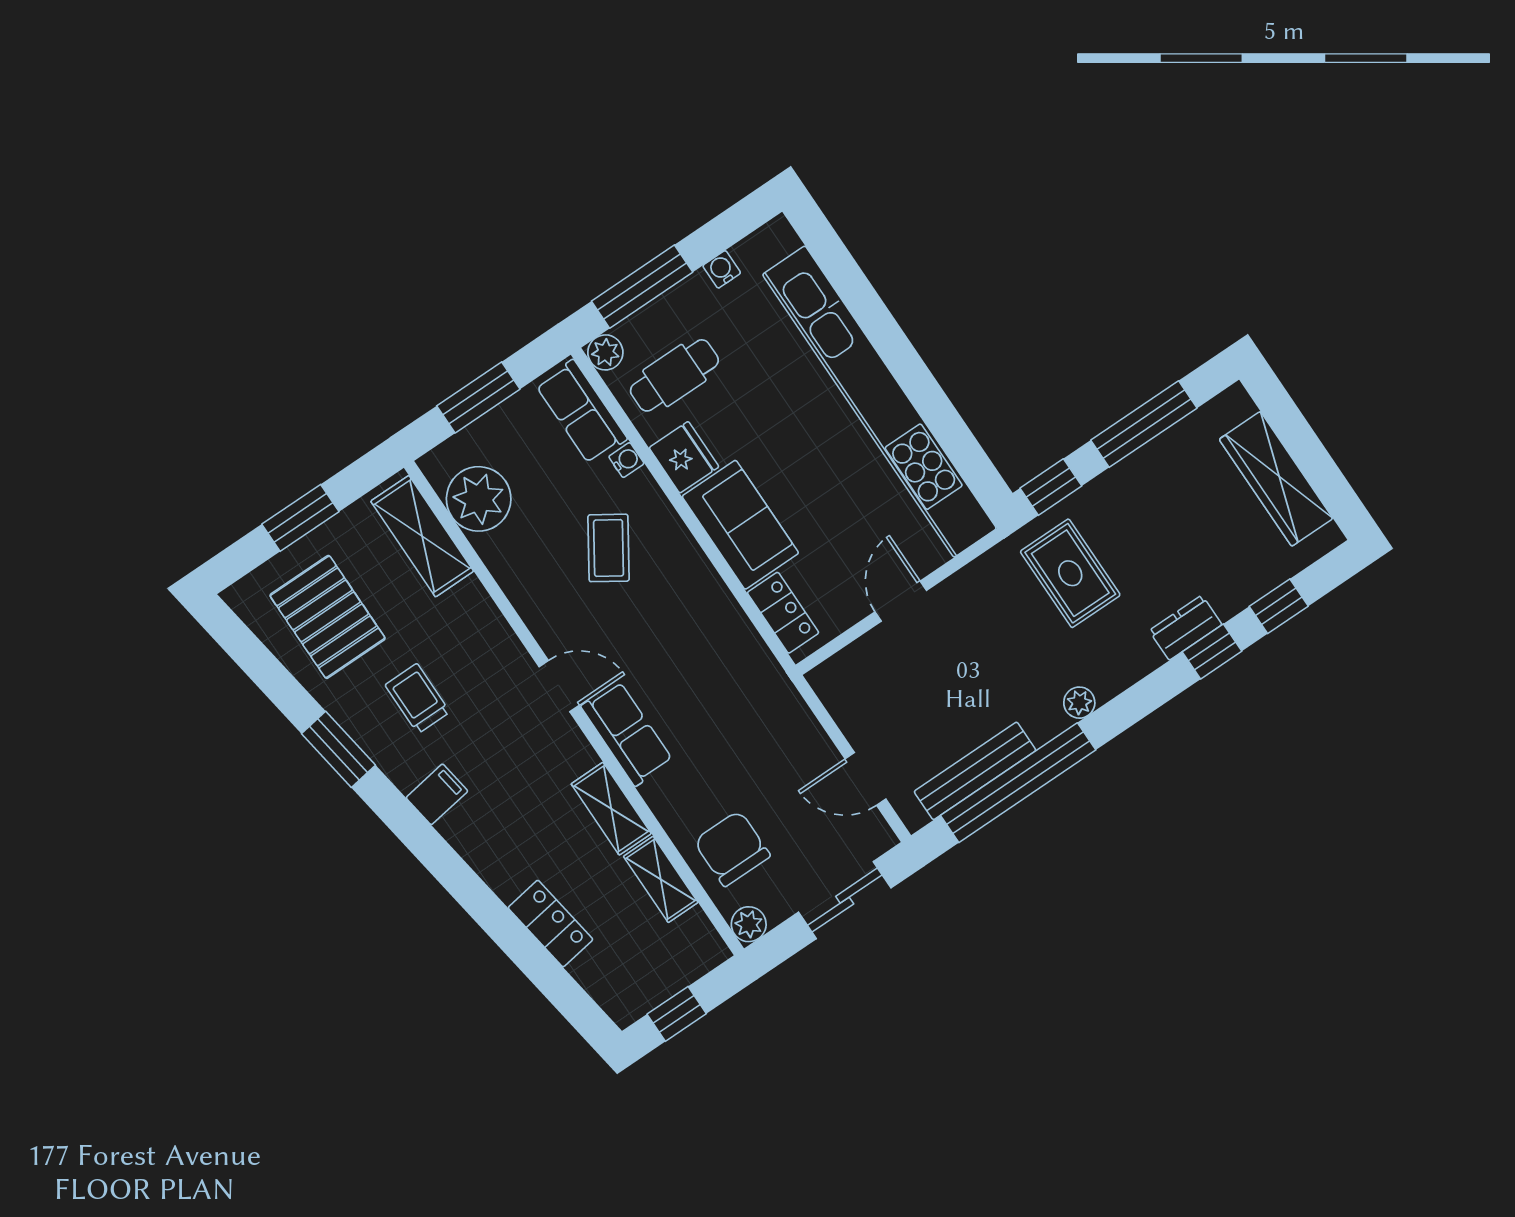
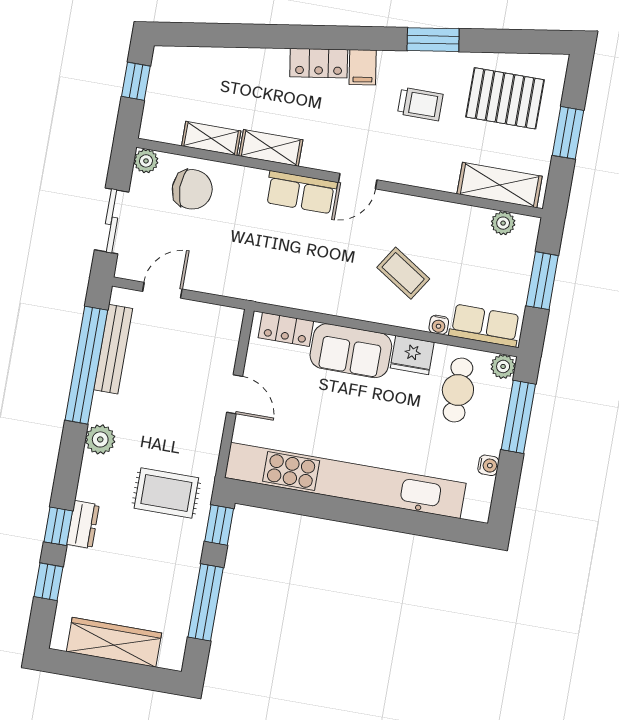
plant: (479, 499) -> (503, 223), width x0.53, depth x0.53
plant: (1079, 703) -> (100, 439), width x1.38, depth x1.38
locker: (550, 924) -> (319, 63), moved

